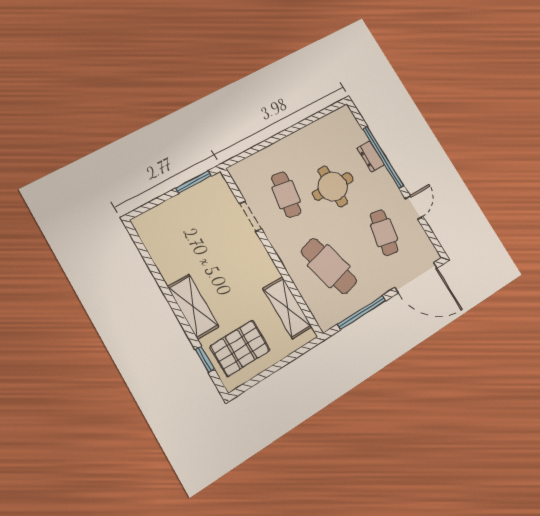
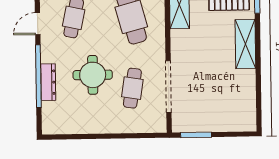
dresser: (371, 156) -> (48, 82), width x1.44
doorway: (250, 216) -> (168, 87), width x1.88

